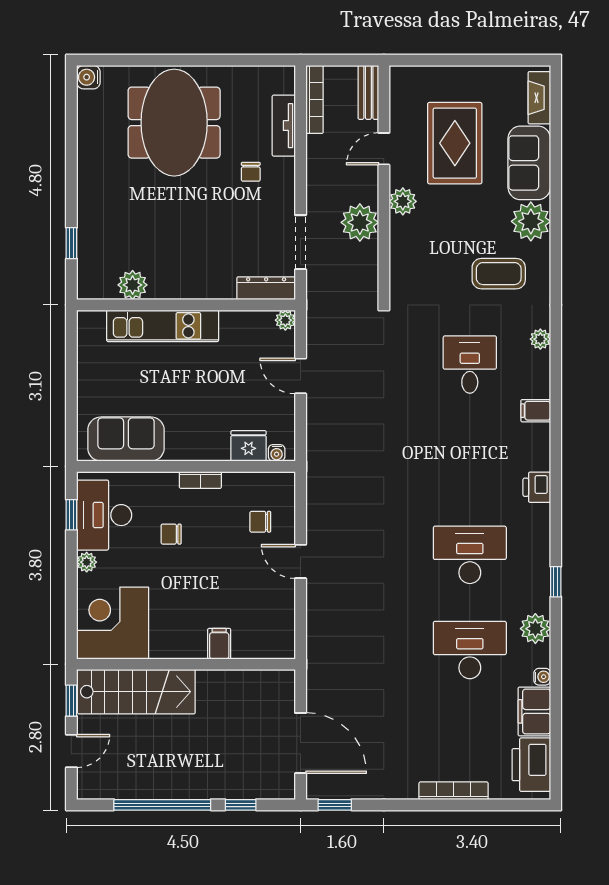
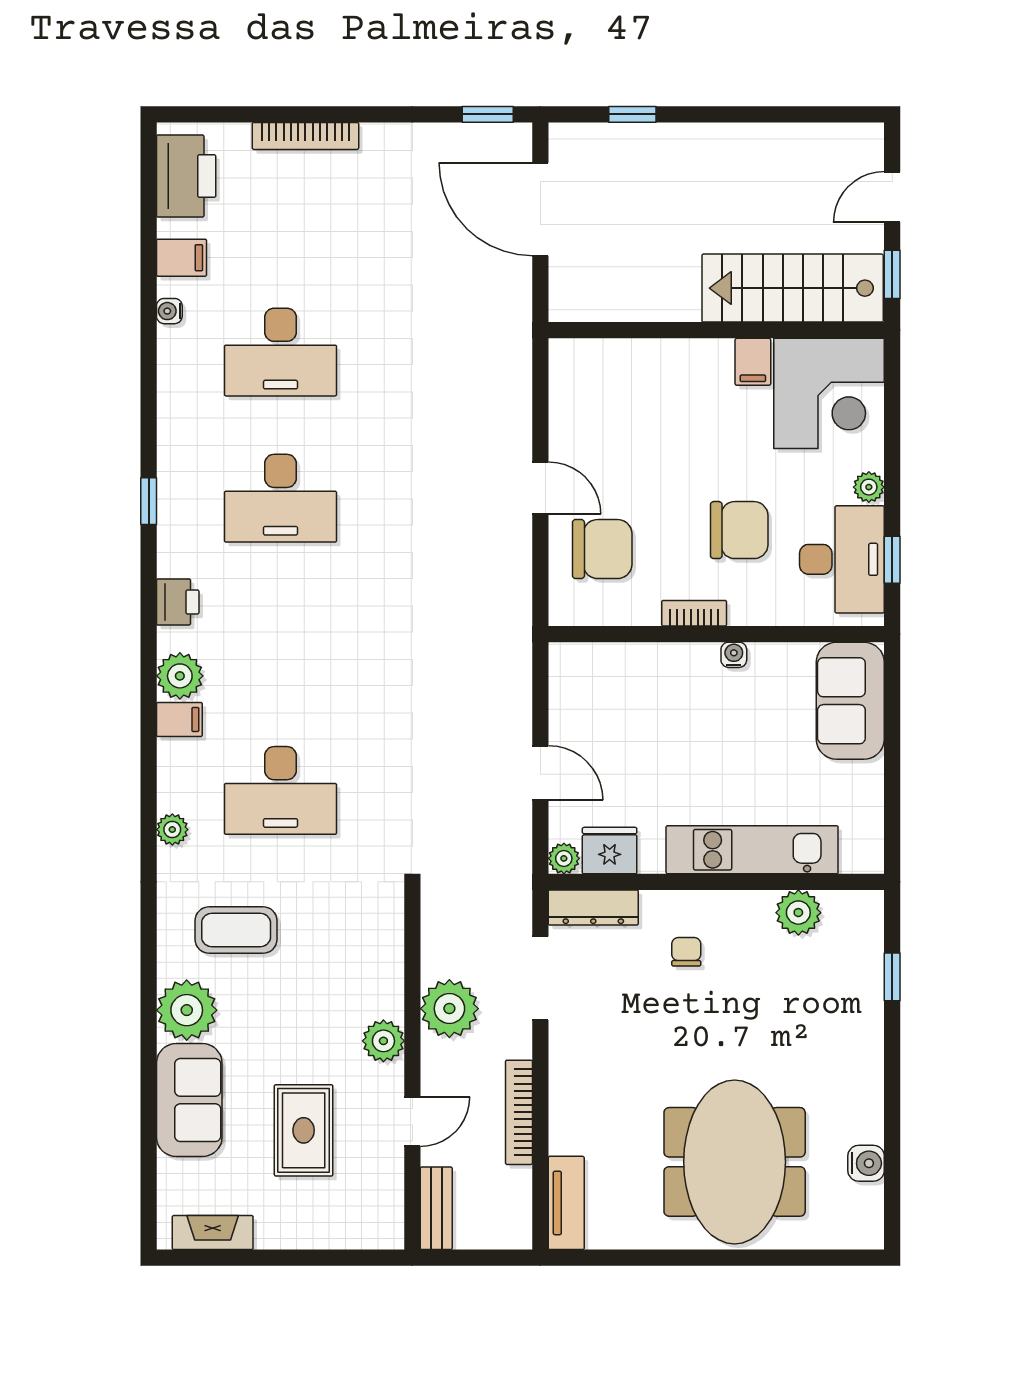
water cooler: (88, 77) -> (866, 1163), moved
fireplace: (539, 98) -> (213, 1233), moved, turned -90
bookcase: (314, 99) -> (519, 1112), moved
tv unit: (284, 126) -> (566, 1203), moved
rug: (455, 143) -> (304, 1130), width x0.73, depth x0.70
chair: (251, 172) -> (686, 952), moved
desk: (470, 365) -> (280, 790), width x1.37
sofa: (126, 439) -> (850, 701), moved, turned 90
fridge: (249, 446) -> (610, 851), moved, turned 180
water cooler: (277, 453) -> (734, 655), moved
chair: (260, 522) -> (602, 549), width x1.87, depth x1.87
chair: (171, 534) -> (739, 530), width x1.87, depth x1.87
window: (556, 582) -> (149, 501), moved
plant: (535, 629) -> (180, 676), moved
filing cabinet: (219, 644) -> (753, 362), moved
filing cabinet: (534, 711) -> (181, 258), width x0.50
window: (162, 805) -> (753, 114), removed

